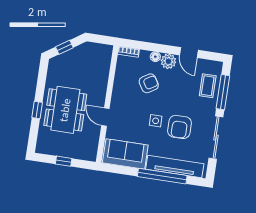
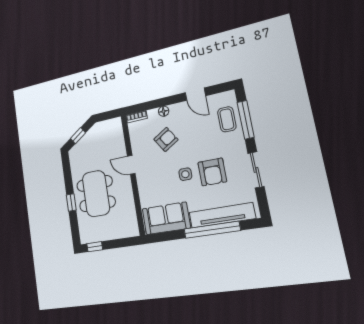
plant: (168, 61) -> (178, 111), removed
door: (105, 117) -> (131, 165), moved
sliding door: (216, 138) -> (256, 170), width x0.73
window: (64, 161) -> (95, 247), moved

